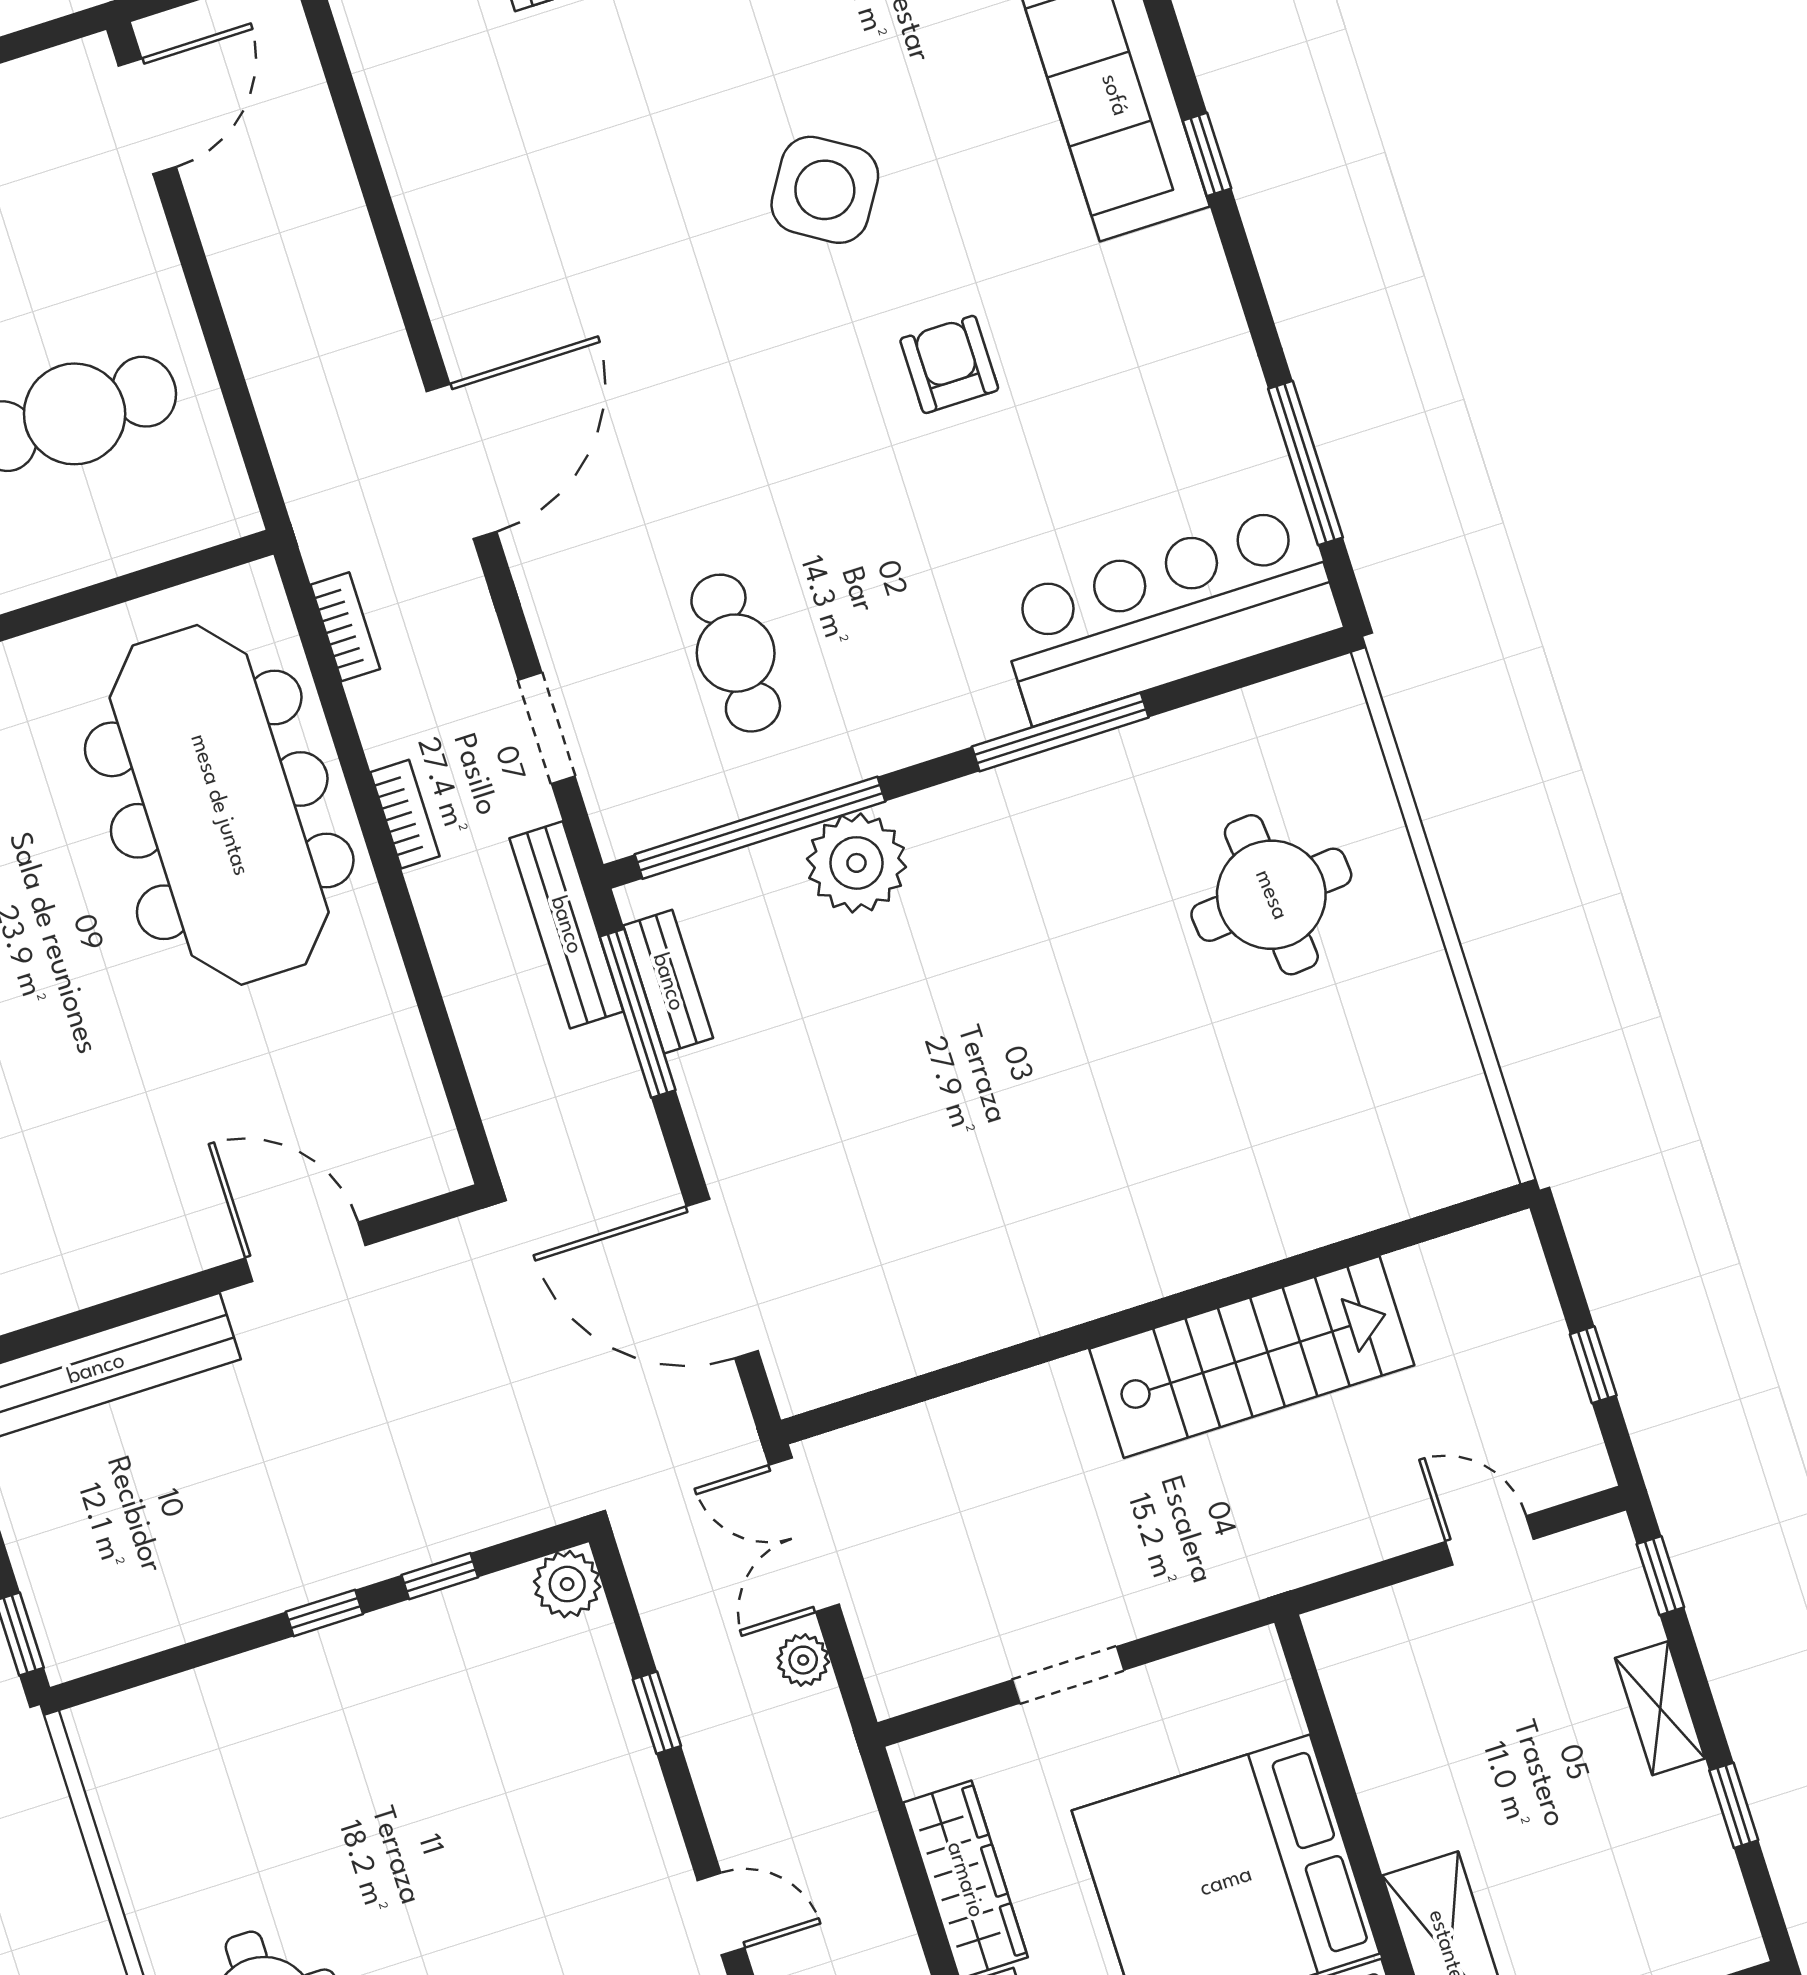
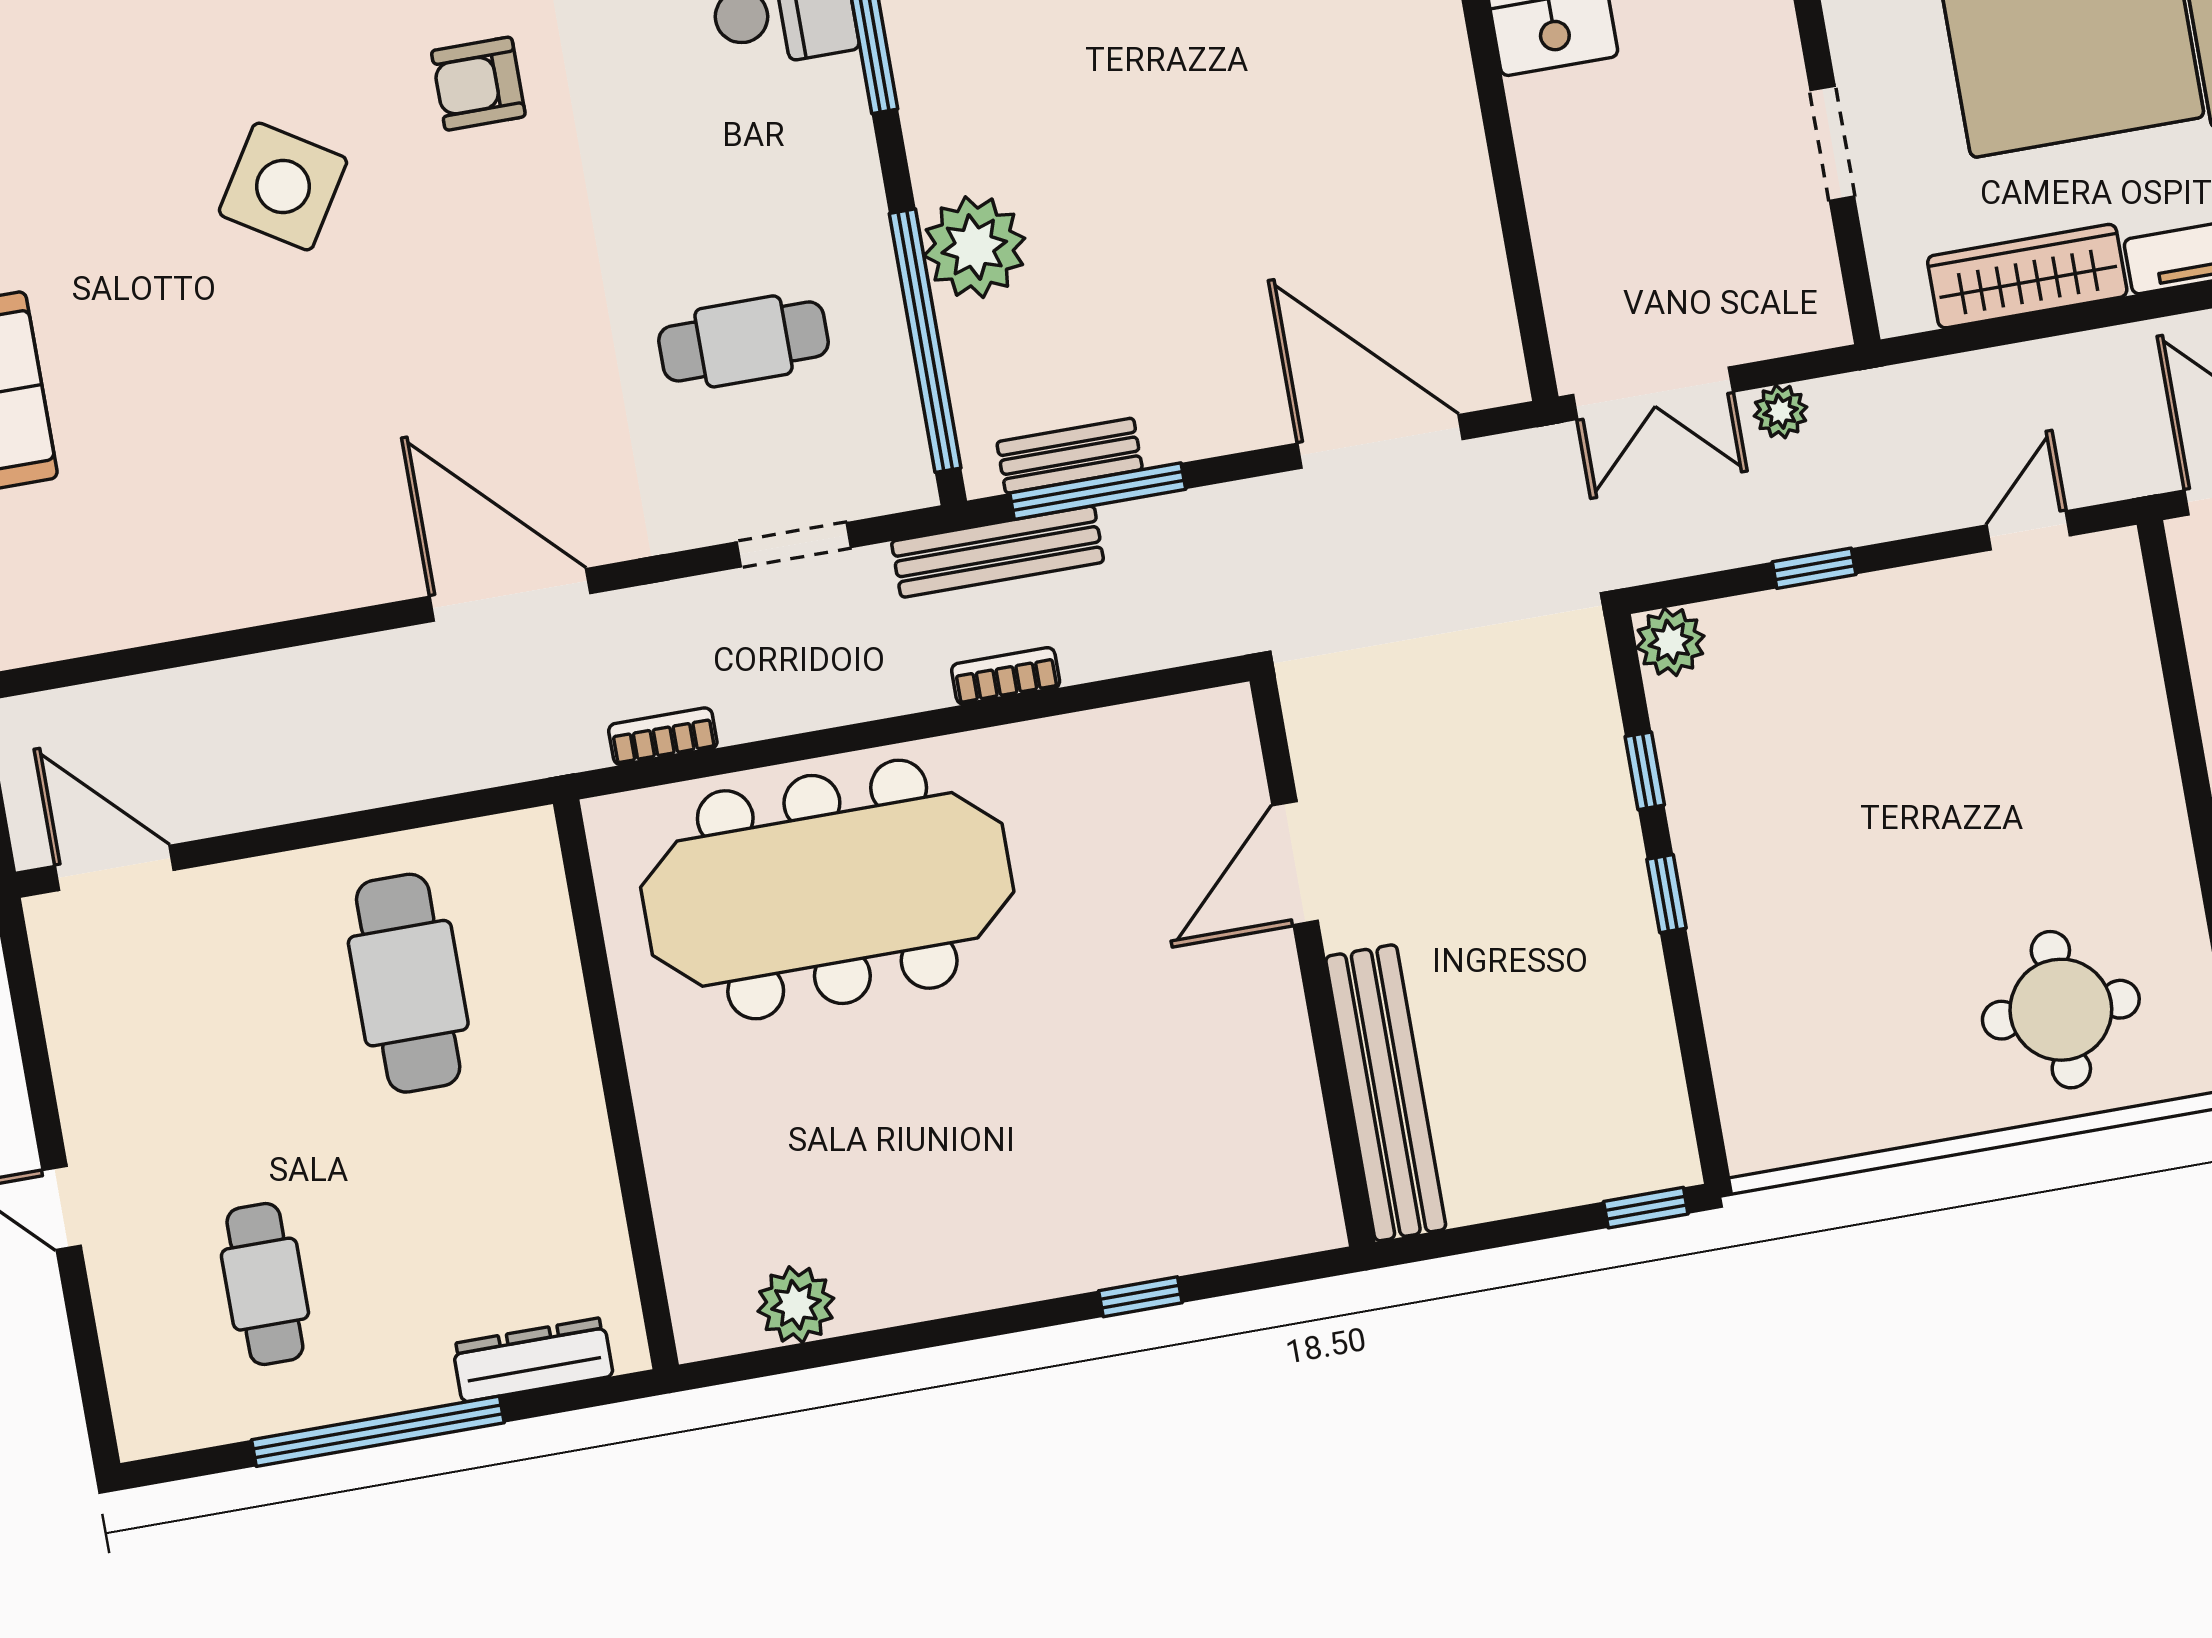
bookcase: (405, 814) -> (1006, 676), moved
door: (722, 1279) -> (1380, 441), swing flipped

